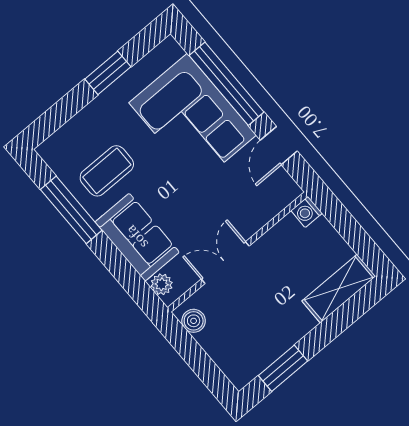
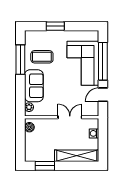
window: (108, 73) -> (55, 26), moved
washing machine: (307, 212) -> (94, 133), moved
double door: (225, 263) -> (70, 117), moved
shelving: (339, 289) -> (77, 156), width x1.47

